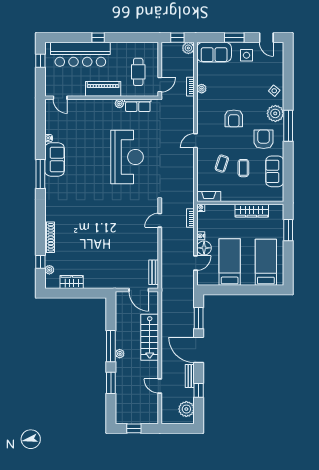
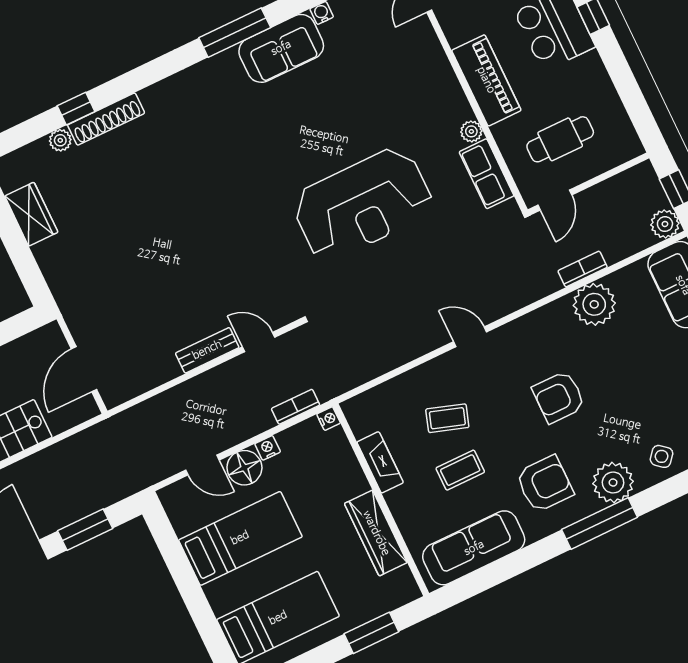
door: (160, 85) -> (555, 200), hinge flipped
plant: (202, 89) -> (594, 304), width x1.88, depth x1.88
sofa: (275, 171) -> (474, 548), width x1.36
fireplace: (209, 196) -> (380, 462), moved
window: (40, 262) -> (76, 109), moved
plant: (49, 270) -> (60, 140), moved
bench: (154, 272) -> (207, 350), moved

